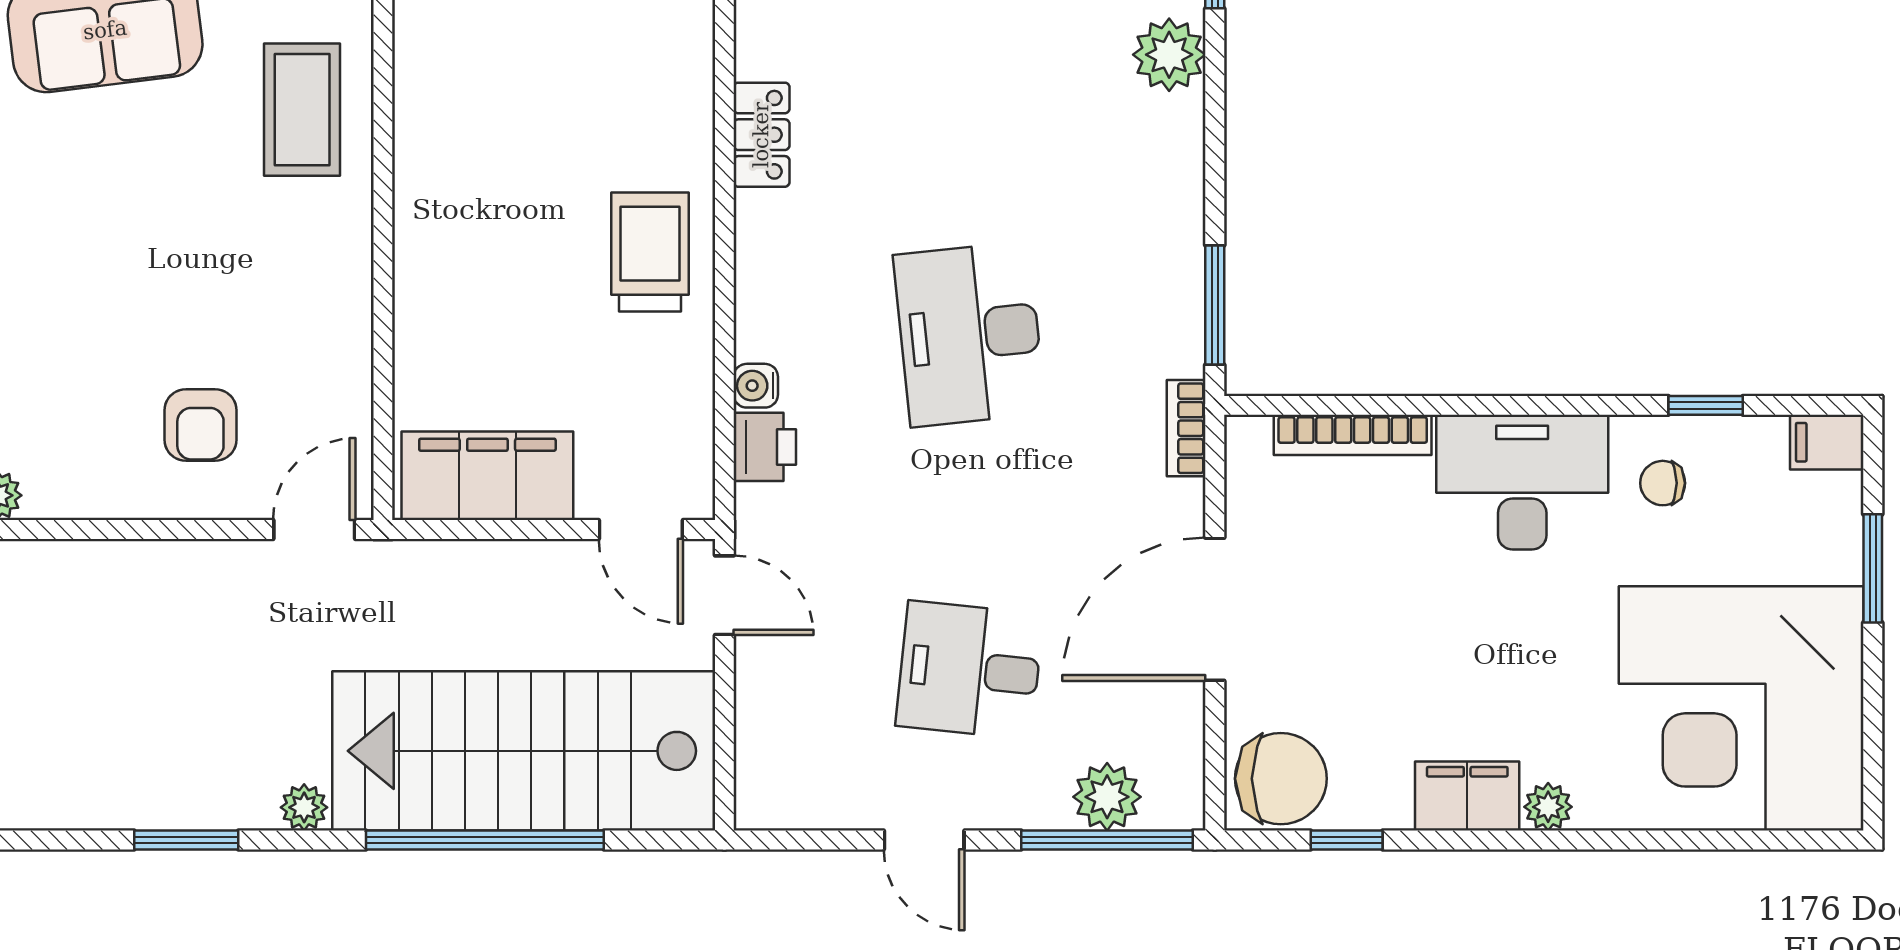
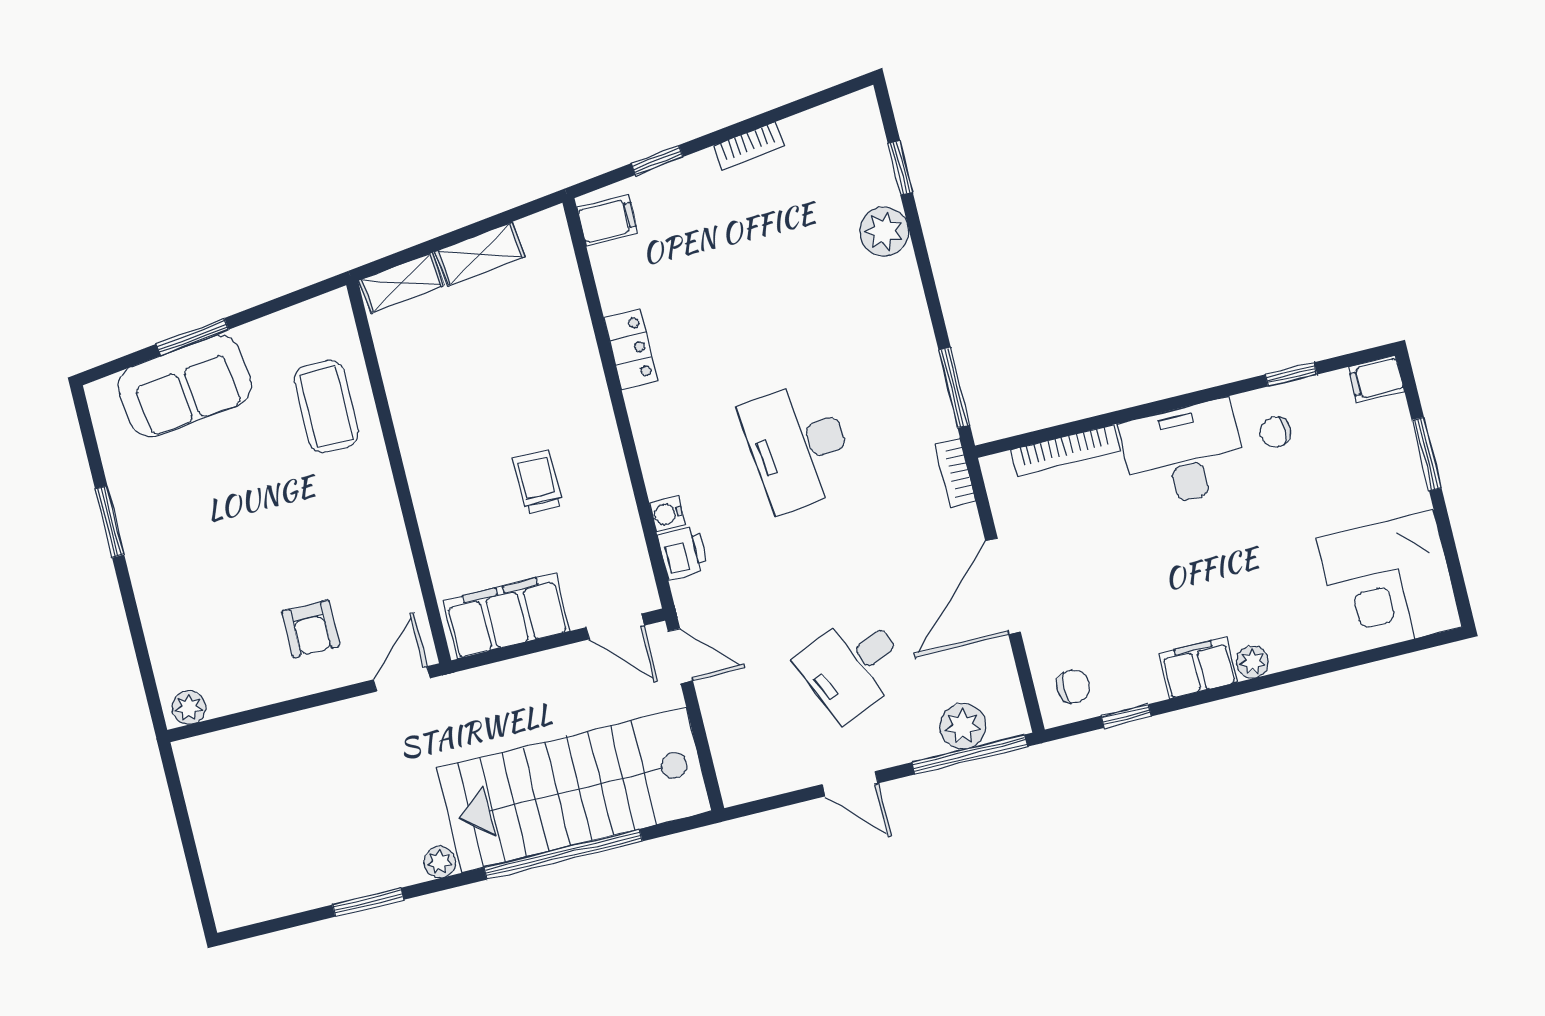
trolley: (650, 252) -> (538, 482), moved, width x0.73, depth x0.72
desk: (970, 670) -> (853, 665), turned -30
corner desk: (1741, 708) -> (1389, 583), width x0.74, depth x0.74
chair: (1281, 779) -> (1073, 686), width x0.54, depth x0.54

